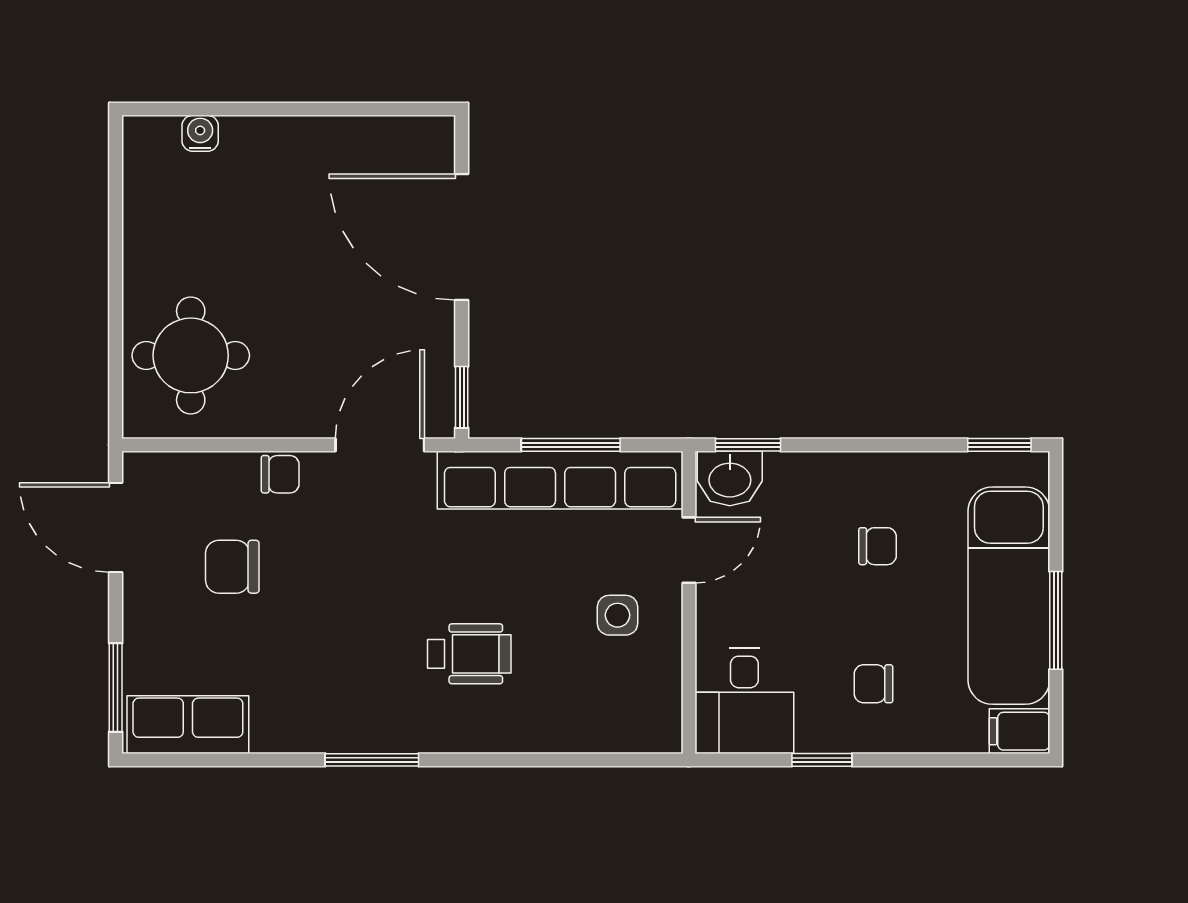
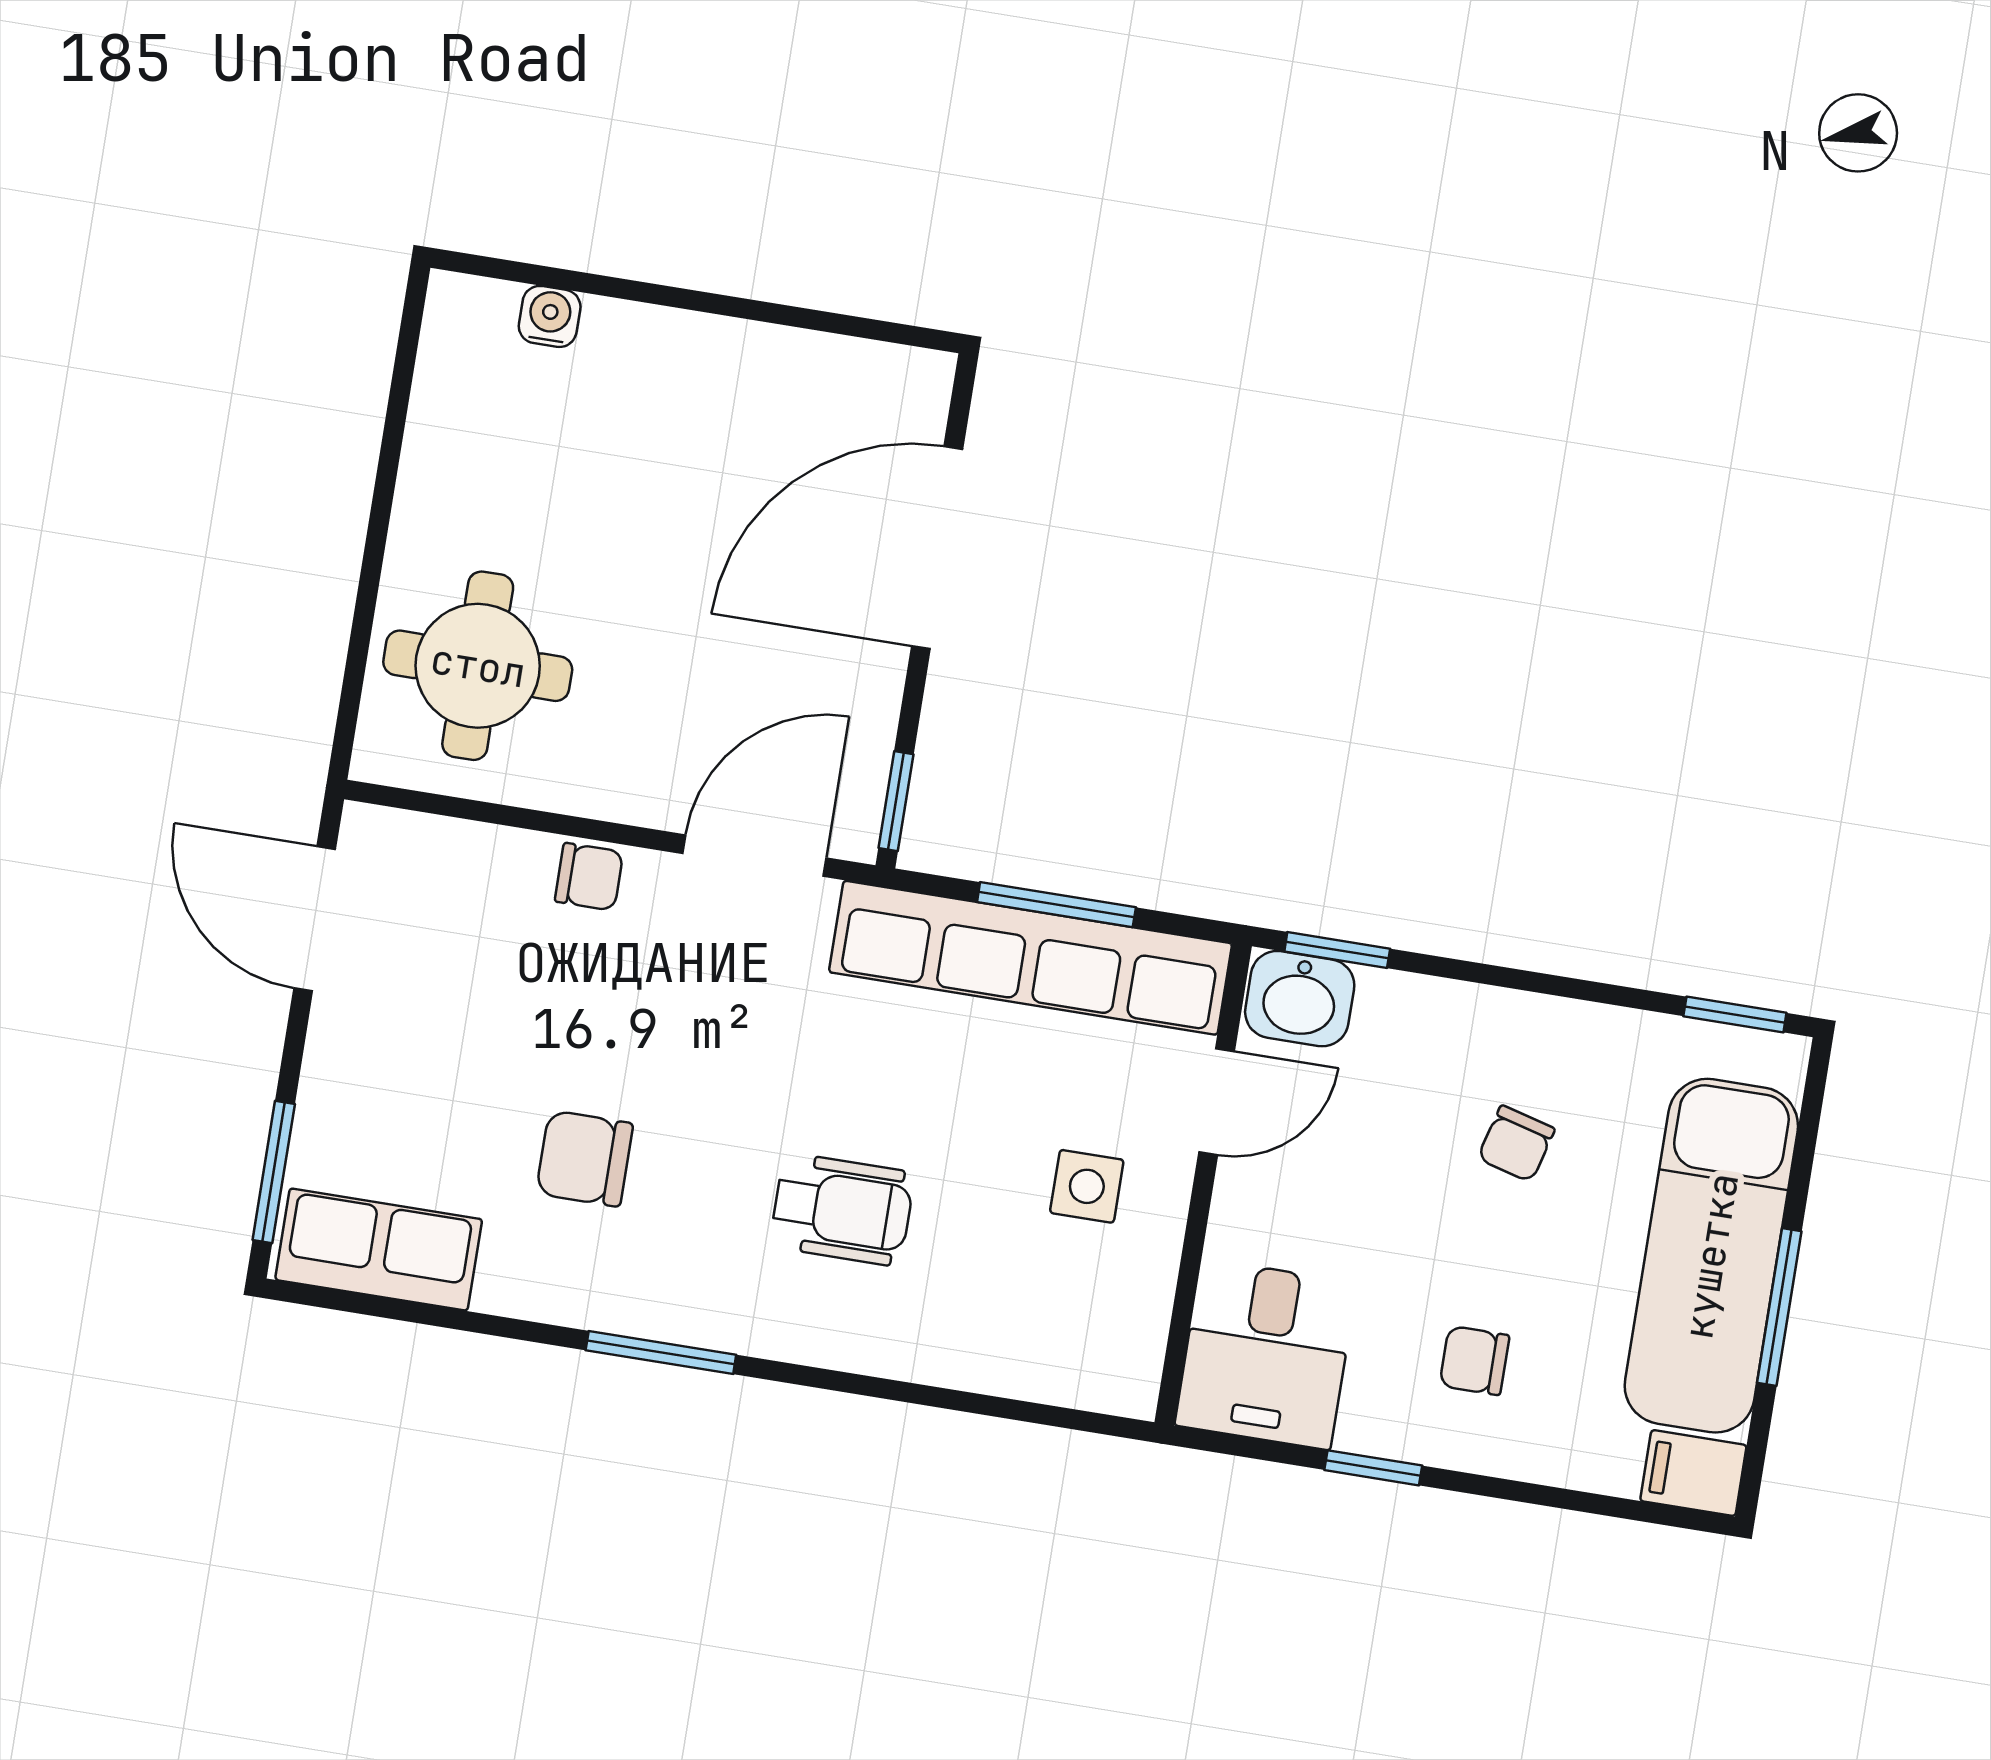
door: (462, 237) -> (937, 548), hinge flipped
chair: (878, 546) -> (1516, 1144), turned 105
chair: (232, 567) -> (584, 1159), moved

